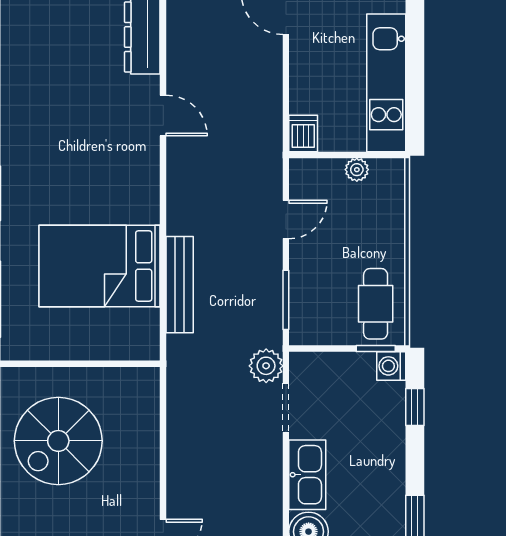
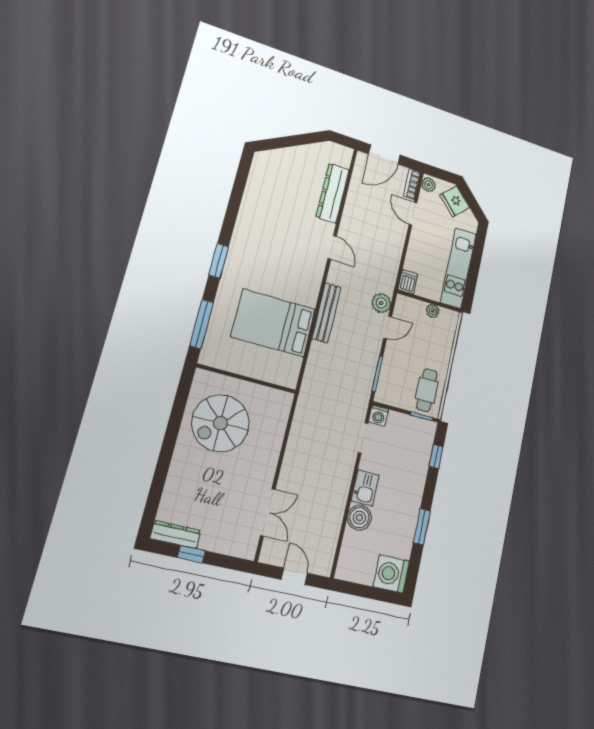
bench: (180, 285) -> (326, 313), moved
plant: (266, 366) -> (381, 303), moved
washing machine: (391, 366) -> (379, 416), moved, turned -90
kitchen sink: (307, 475) -> (365, 488), width x0.73

